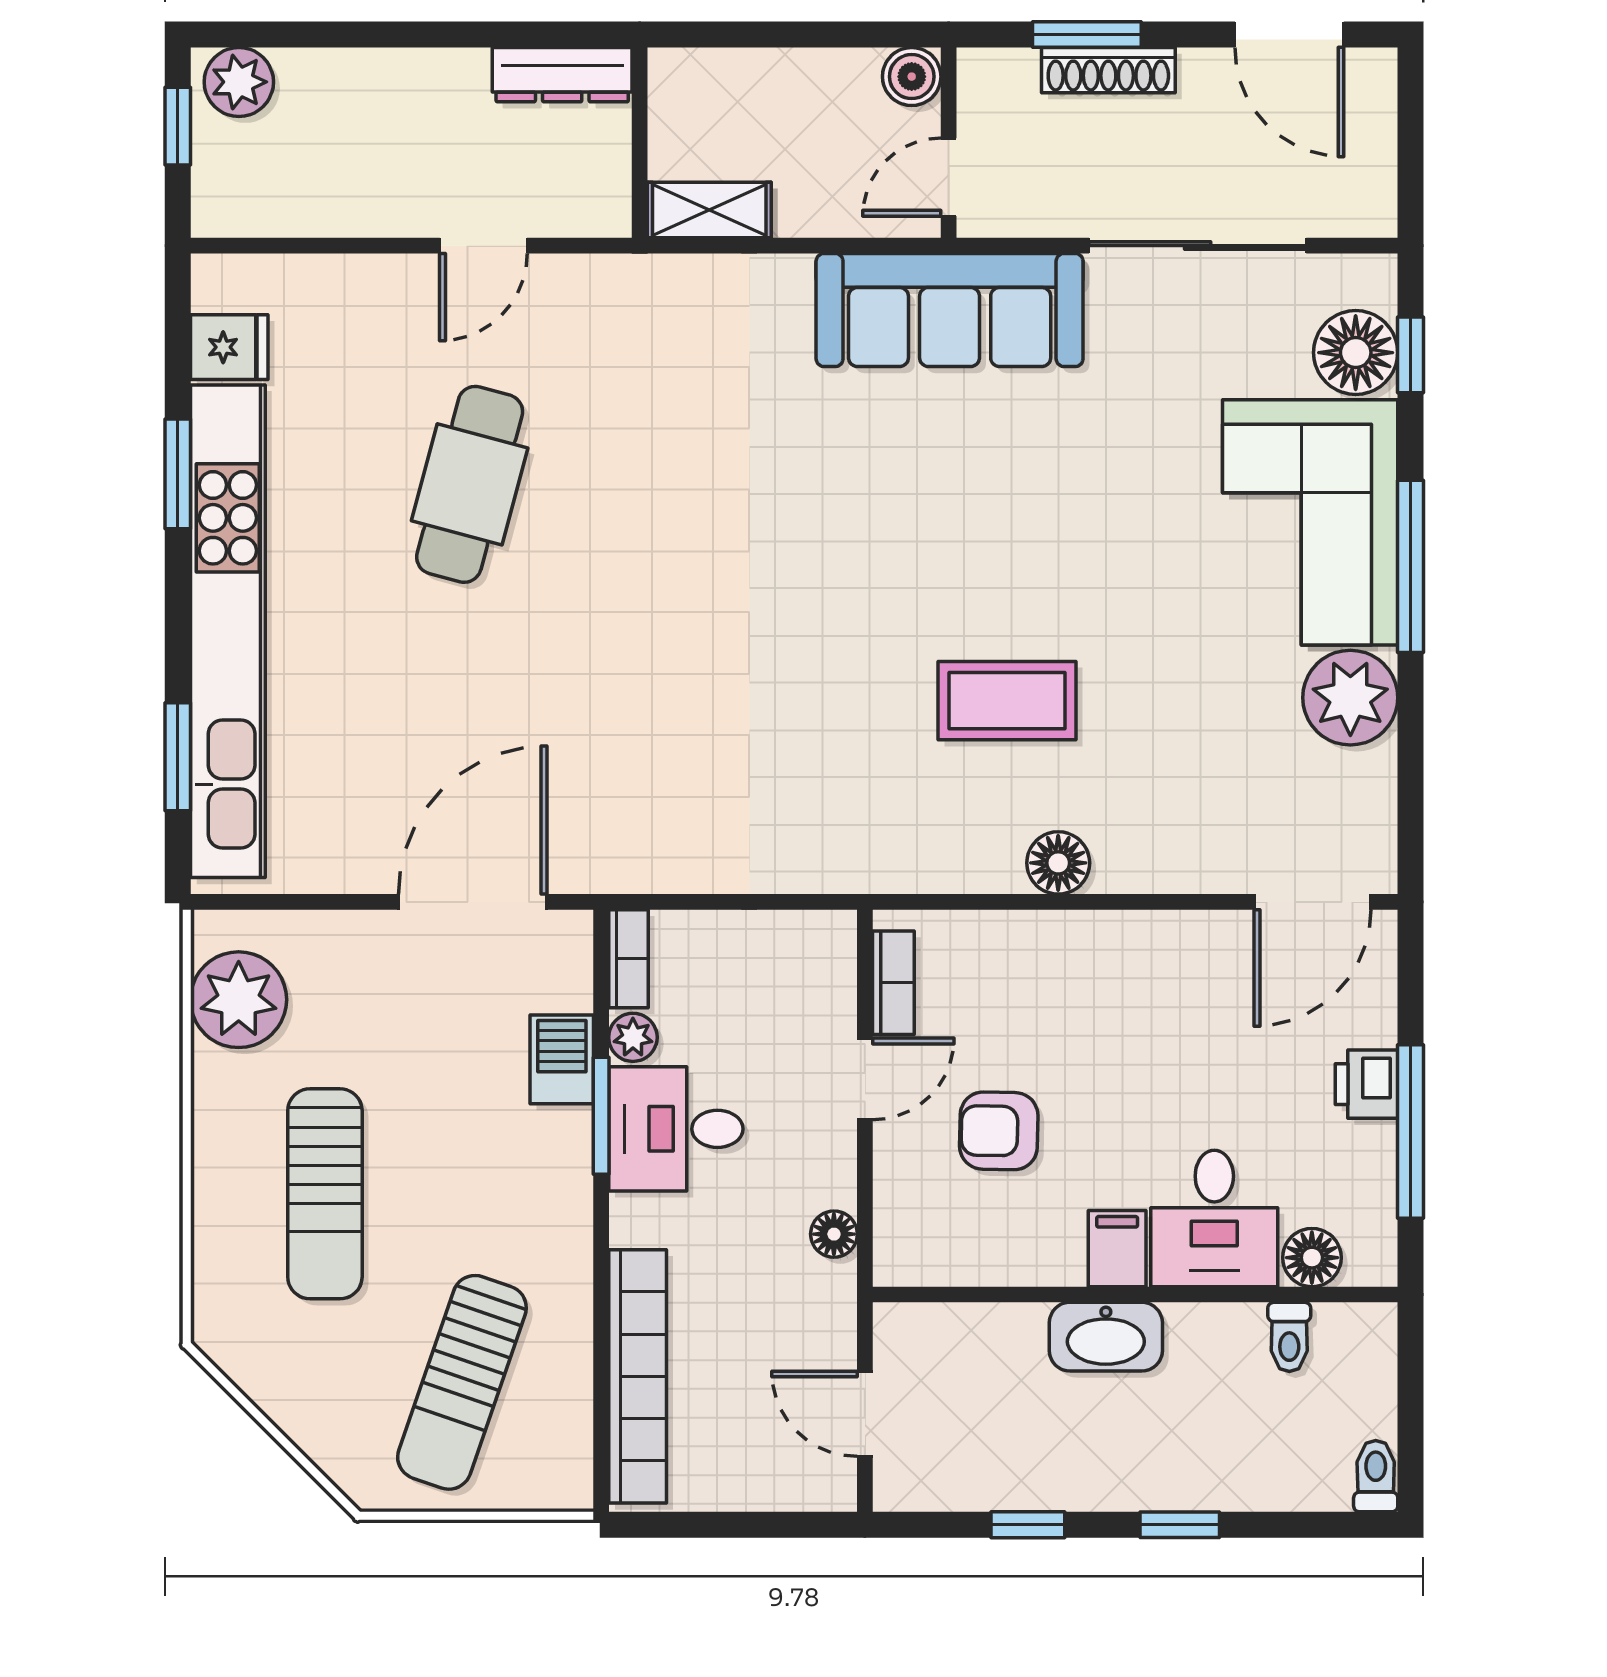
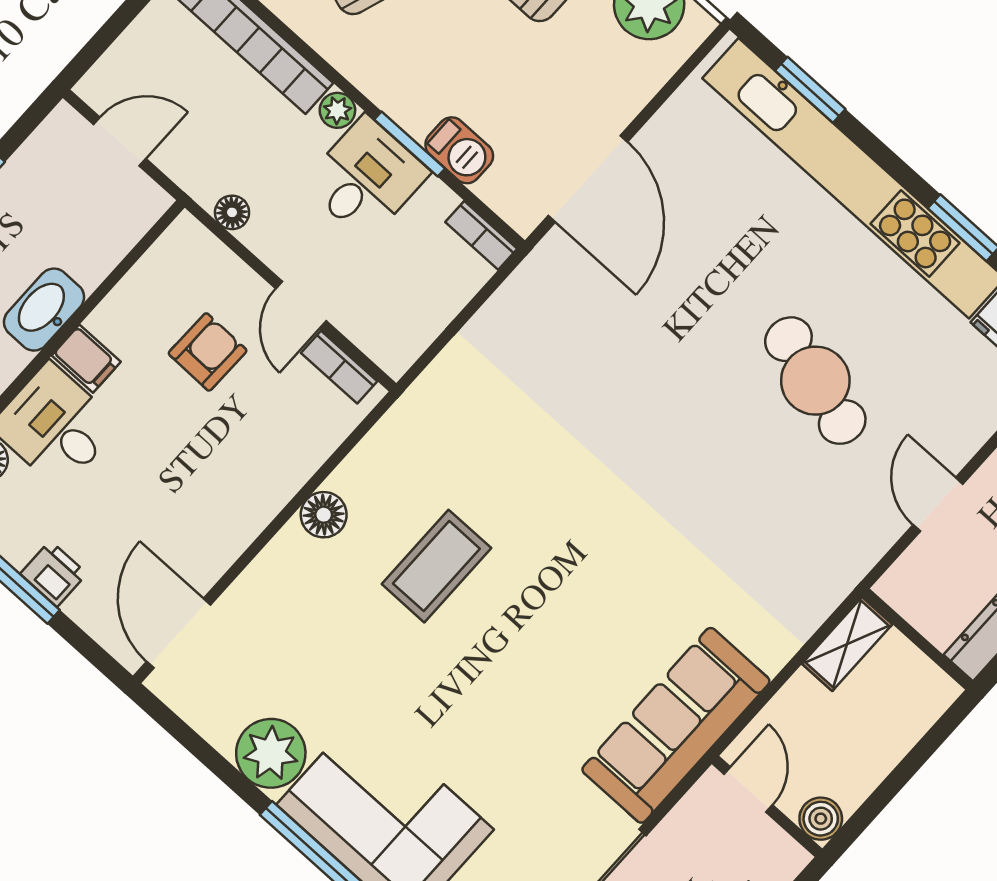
plant: (633, 1037) -> (337, 110), moved

